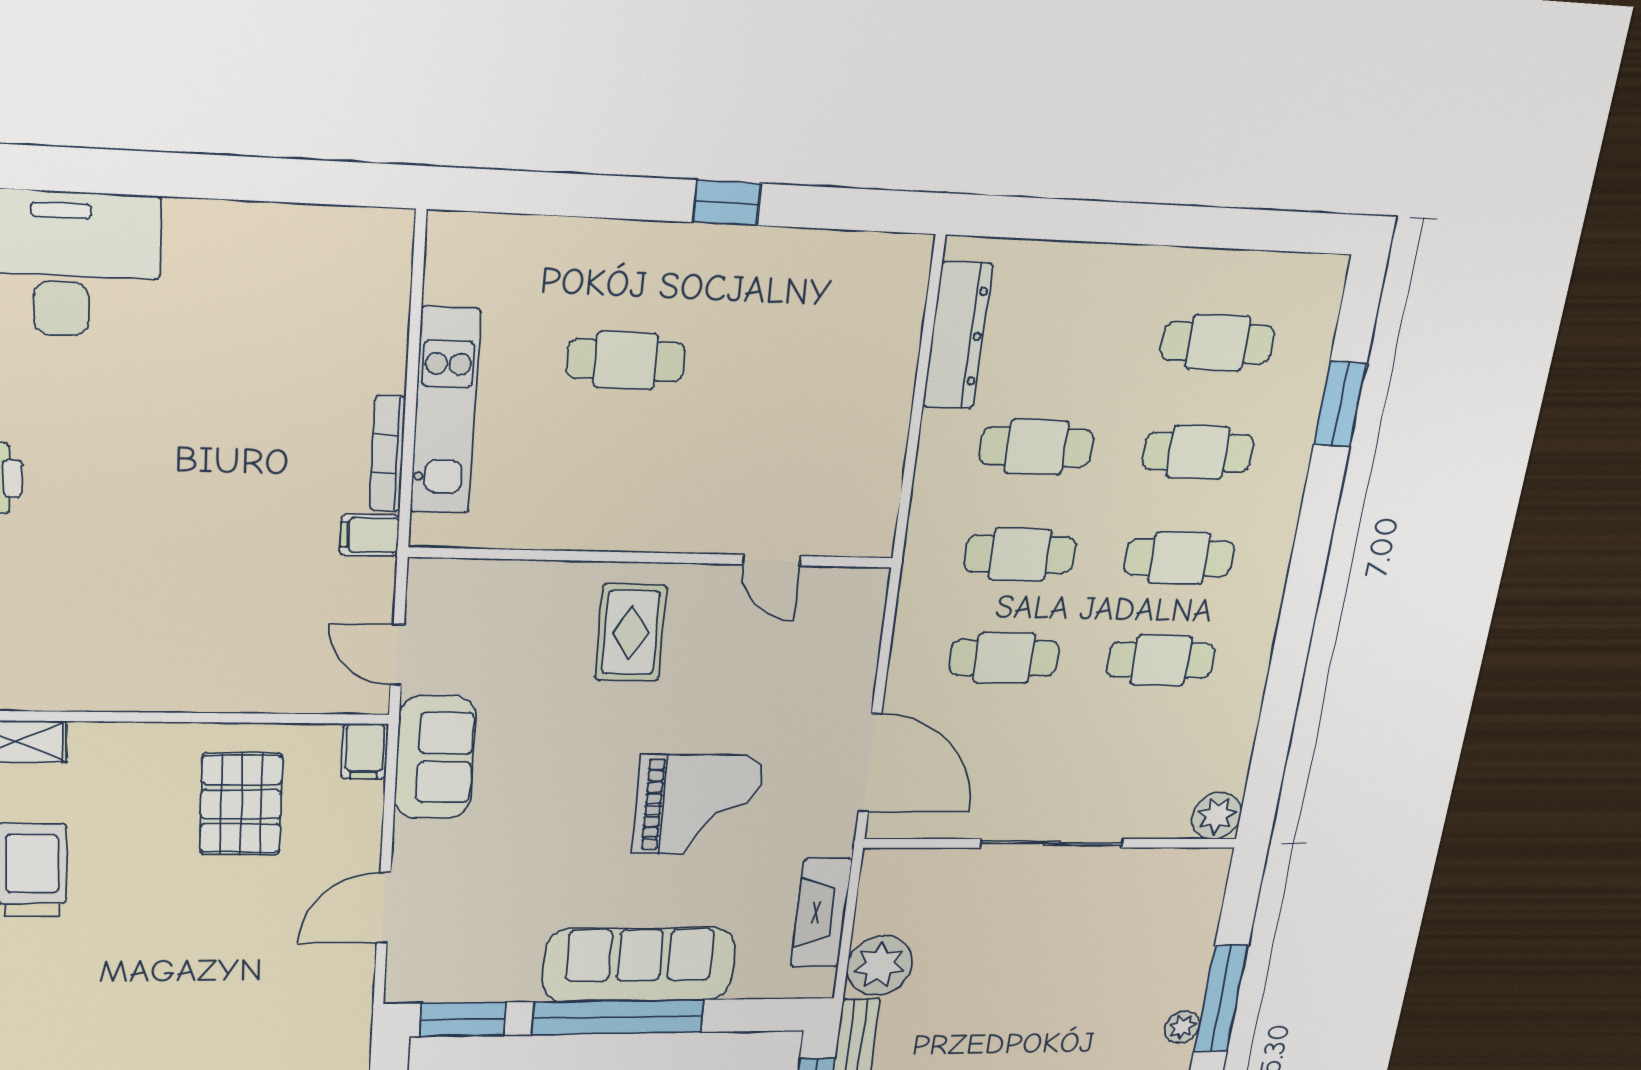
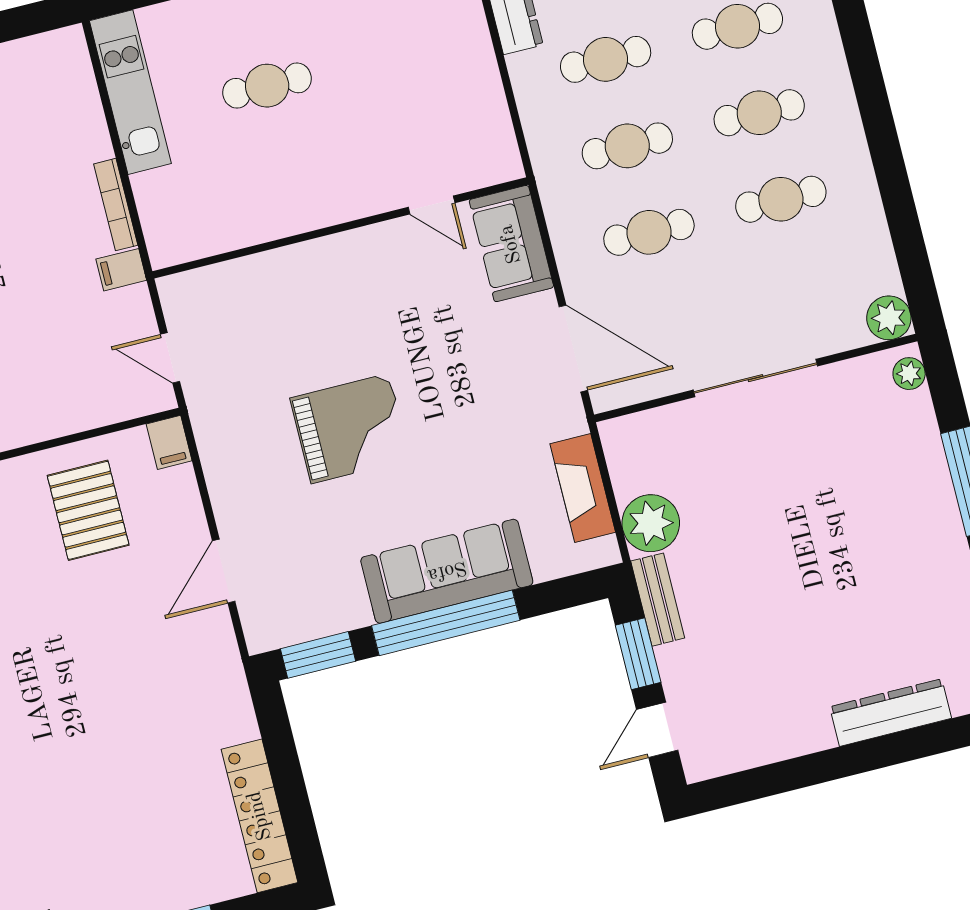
kitchen unit: (445, 411) -> (130, 92), moved
rug: (631, 633) -> (343, 292), removed
sofa: (435, 758) -> (511, 244), moved, turned 180
grand piano: (698, 804) -> (350, 429), moved
plant: (1182, 1027) -> (909, 374), moved

